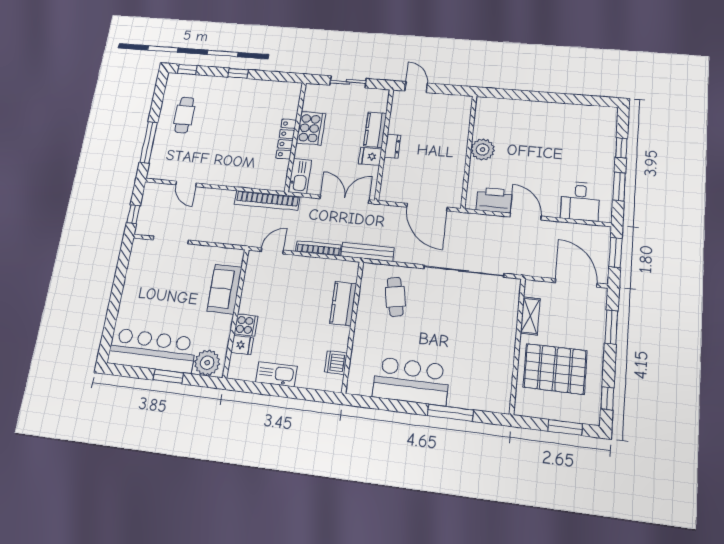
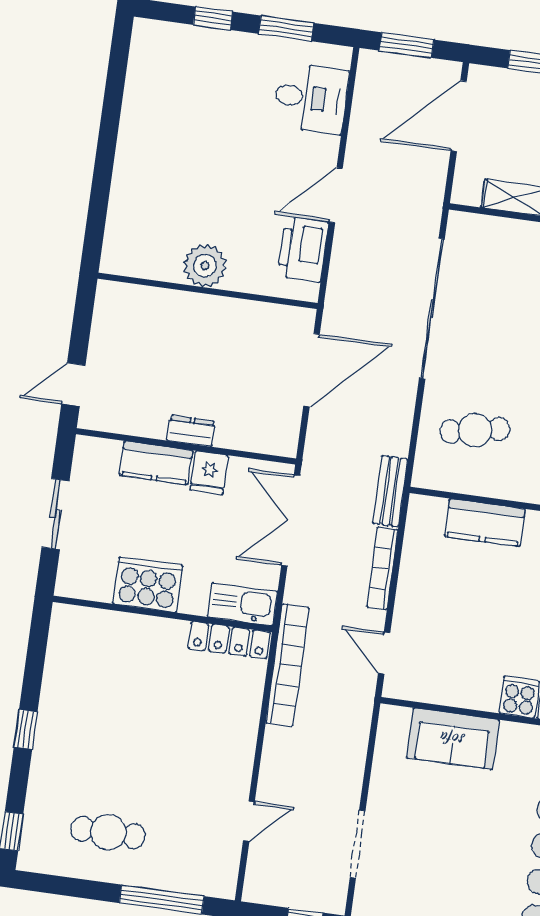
locker: (286, 139) -> (229, 640), moved
bench: (368, 252) -> (390, 491), width x0.73

